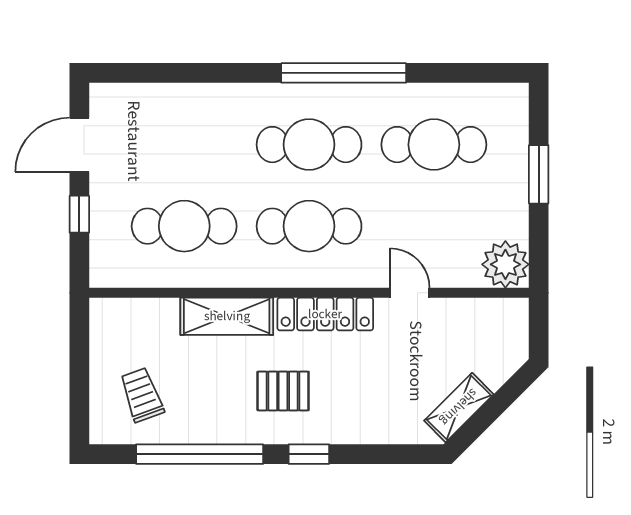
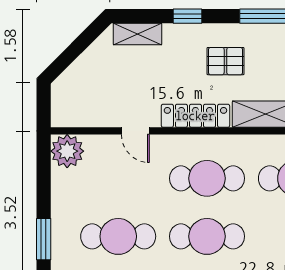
window: (539, 174) -> (44, 239), moved
shelving: (459, 407) -> (137, 34), moved, turned 45
window: (309, 454) -> (188, 16), moved

